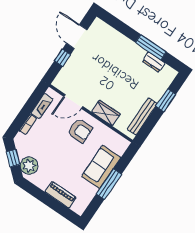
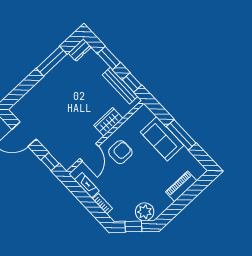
window: (62, 58) -> (50, 162), moved
dresser: (154, 62) -> (80, 50), moved
window: (148, 127) -> (132, 83), added

